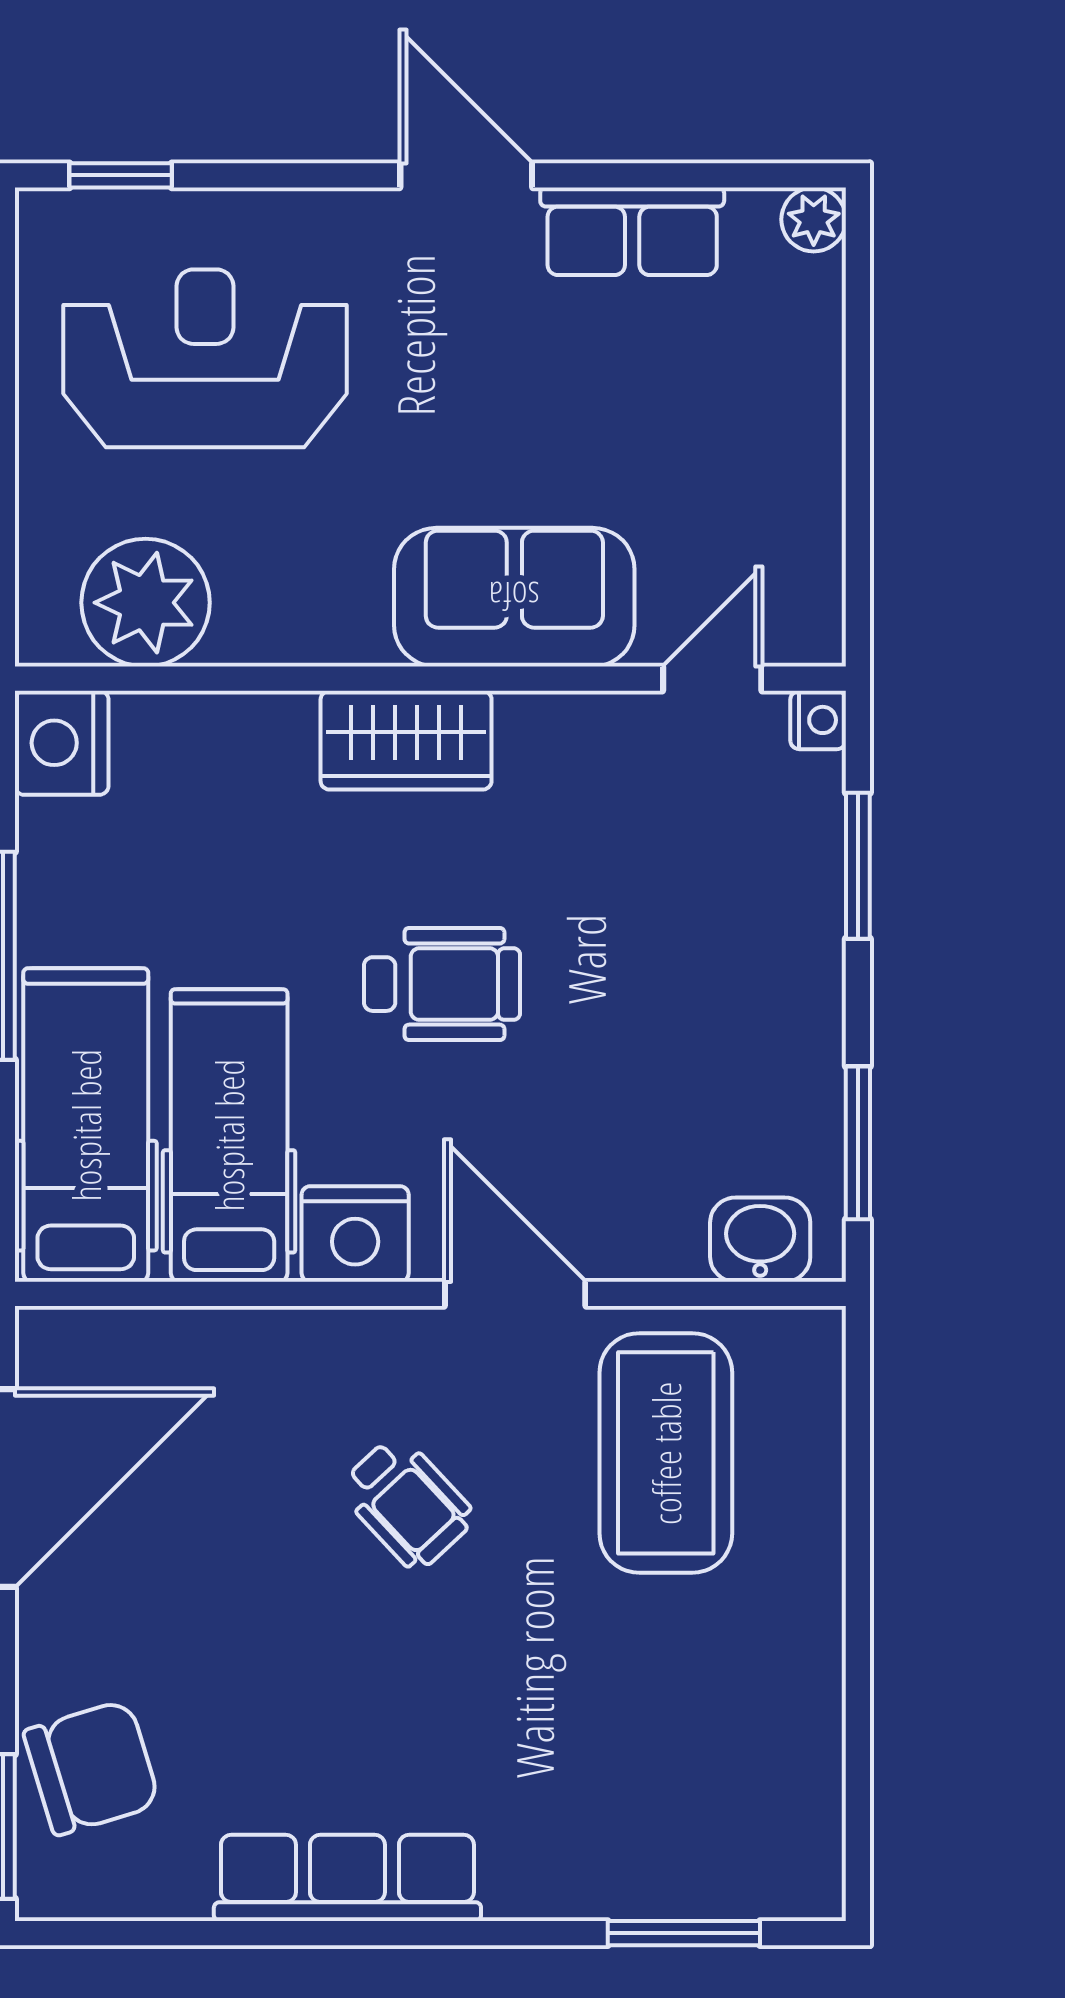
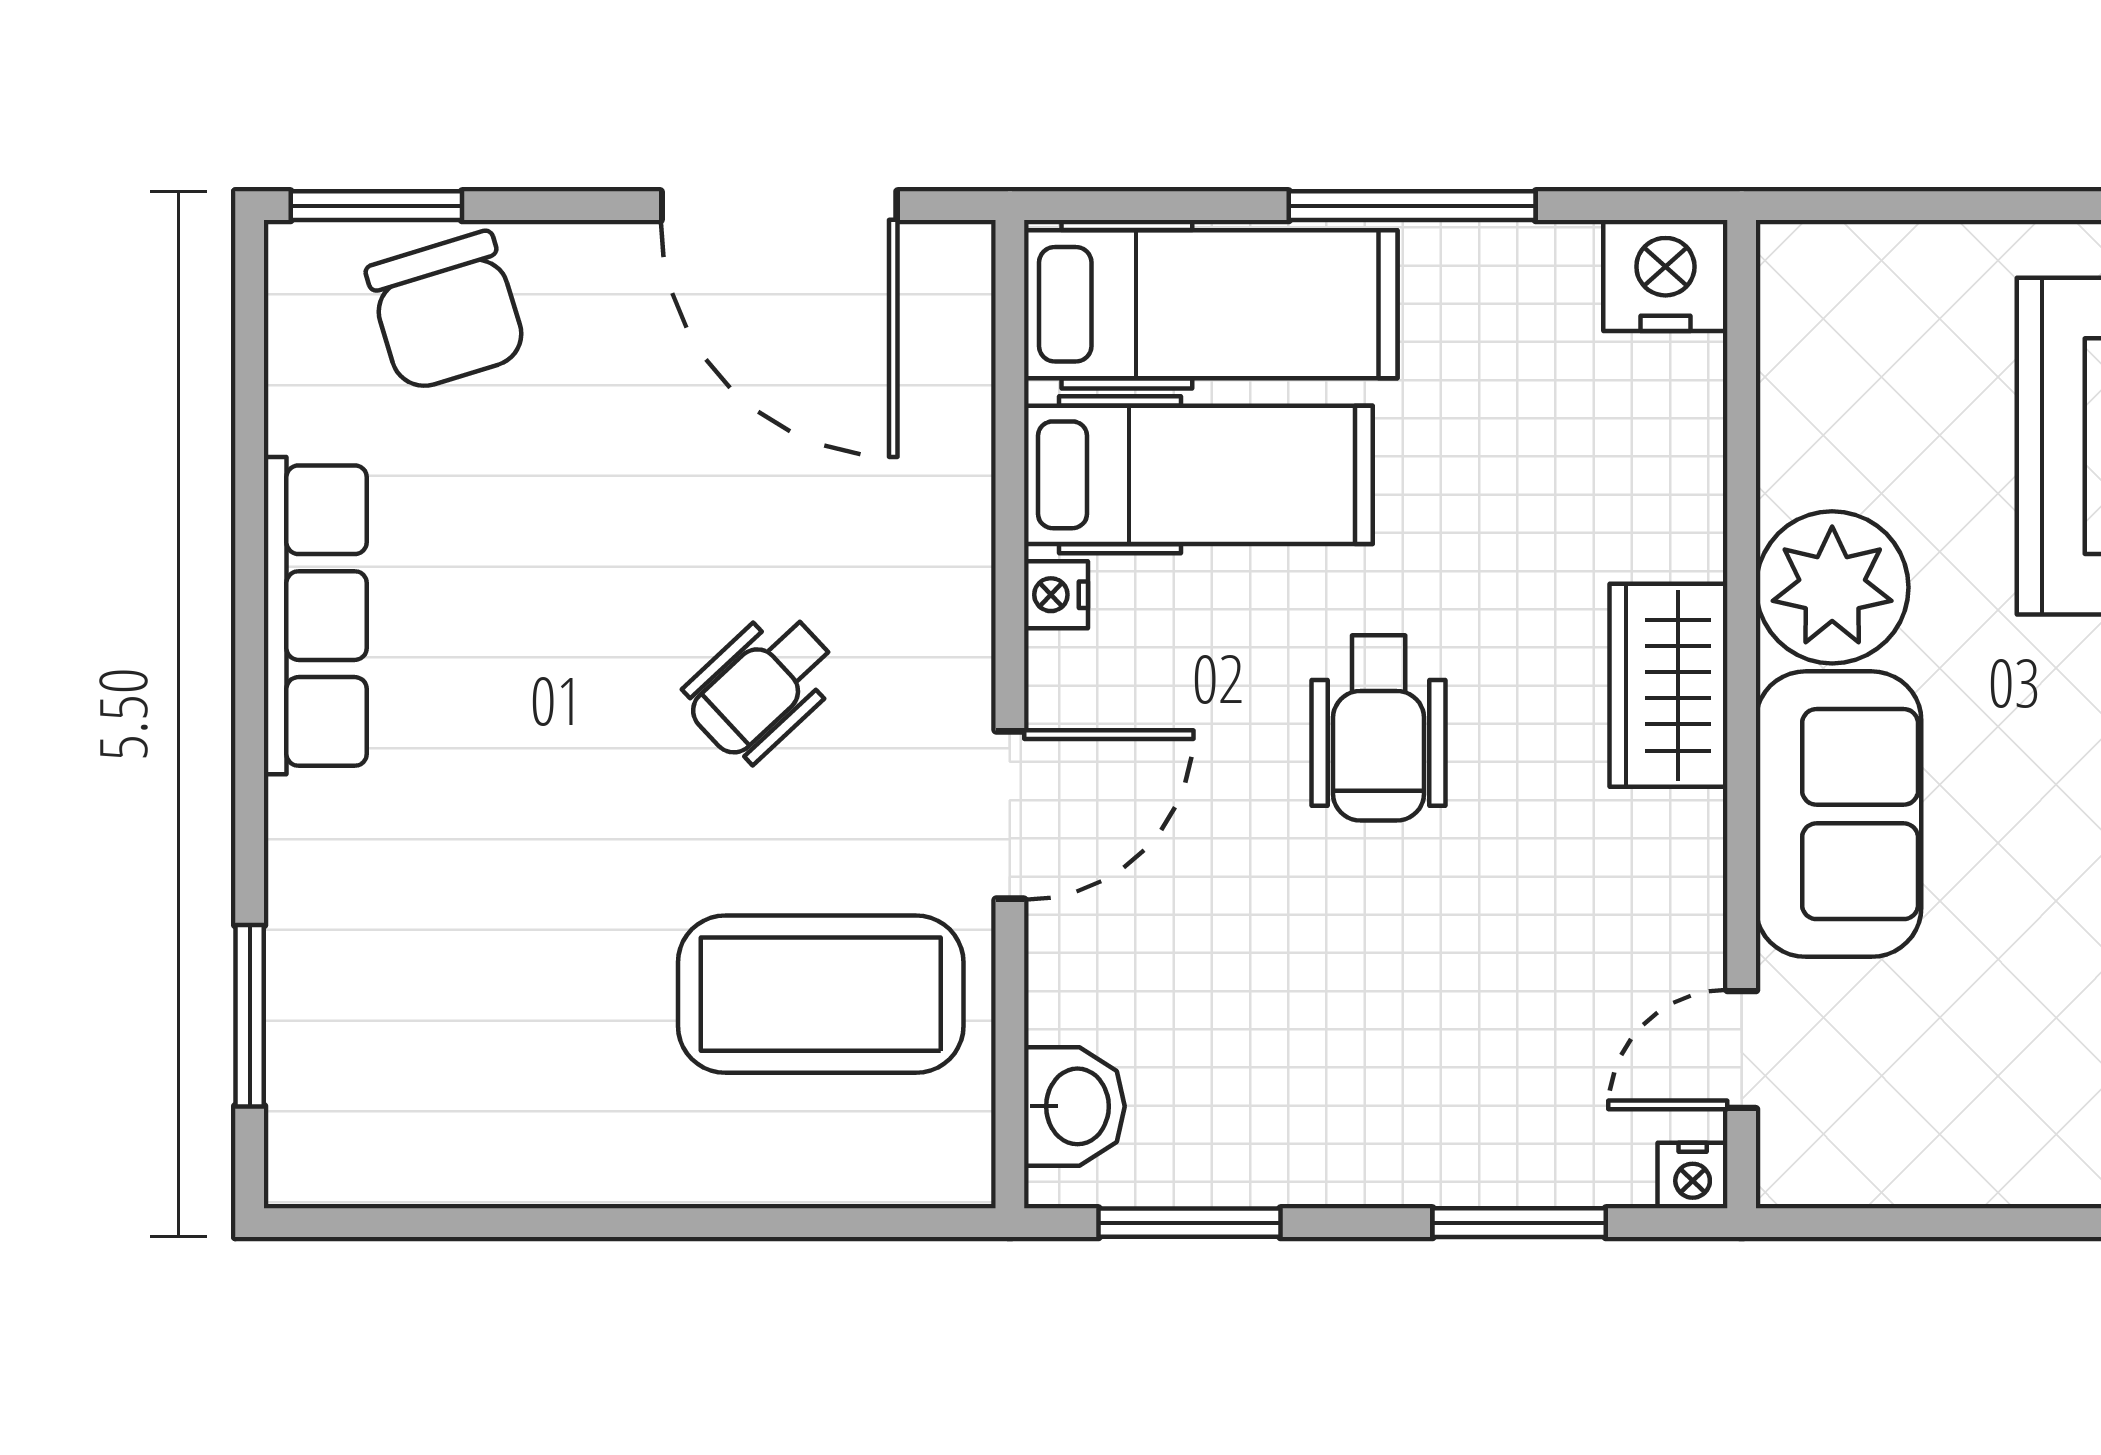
plant: (146, 603) -> (1832, 587), moved
door: (712, 679) -> (1742, 1050), swing flipped
nightstand: (355, 1234) -> (1056, 595), width x0.53, depth x0.56

